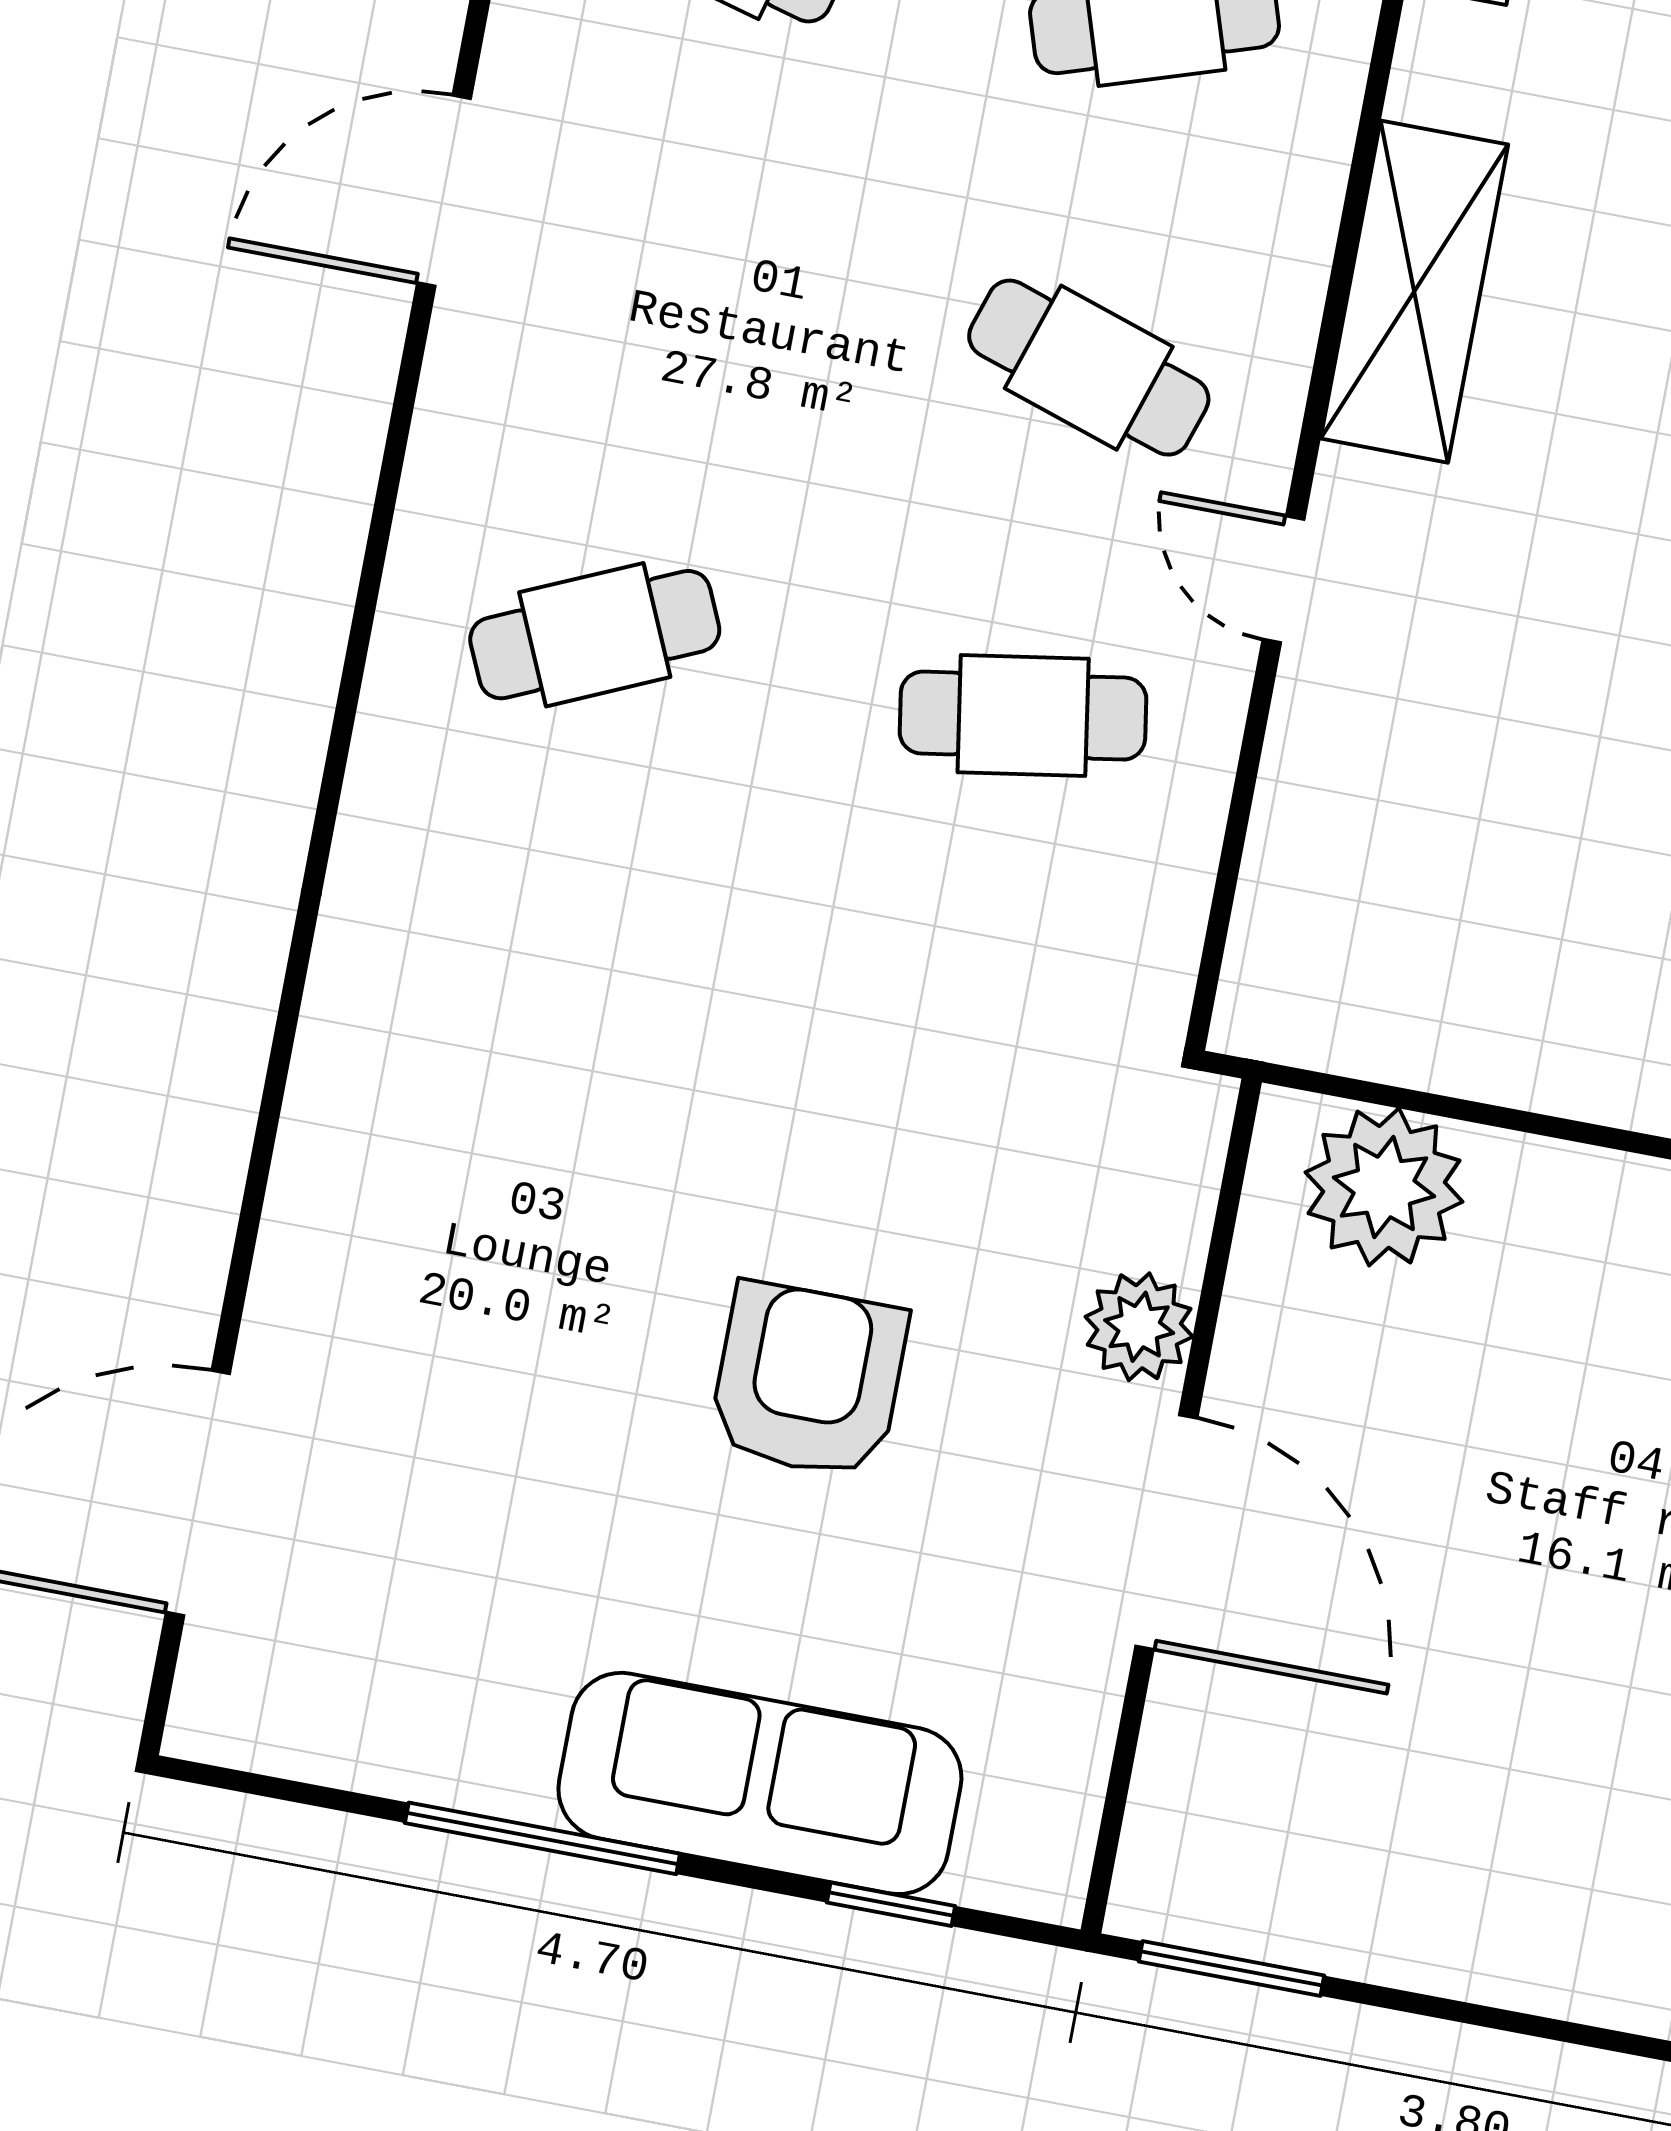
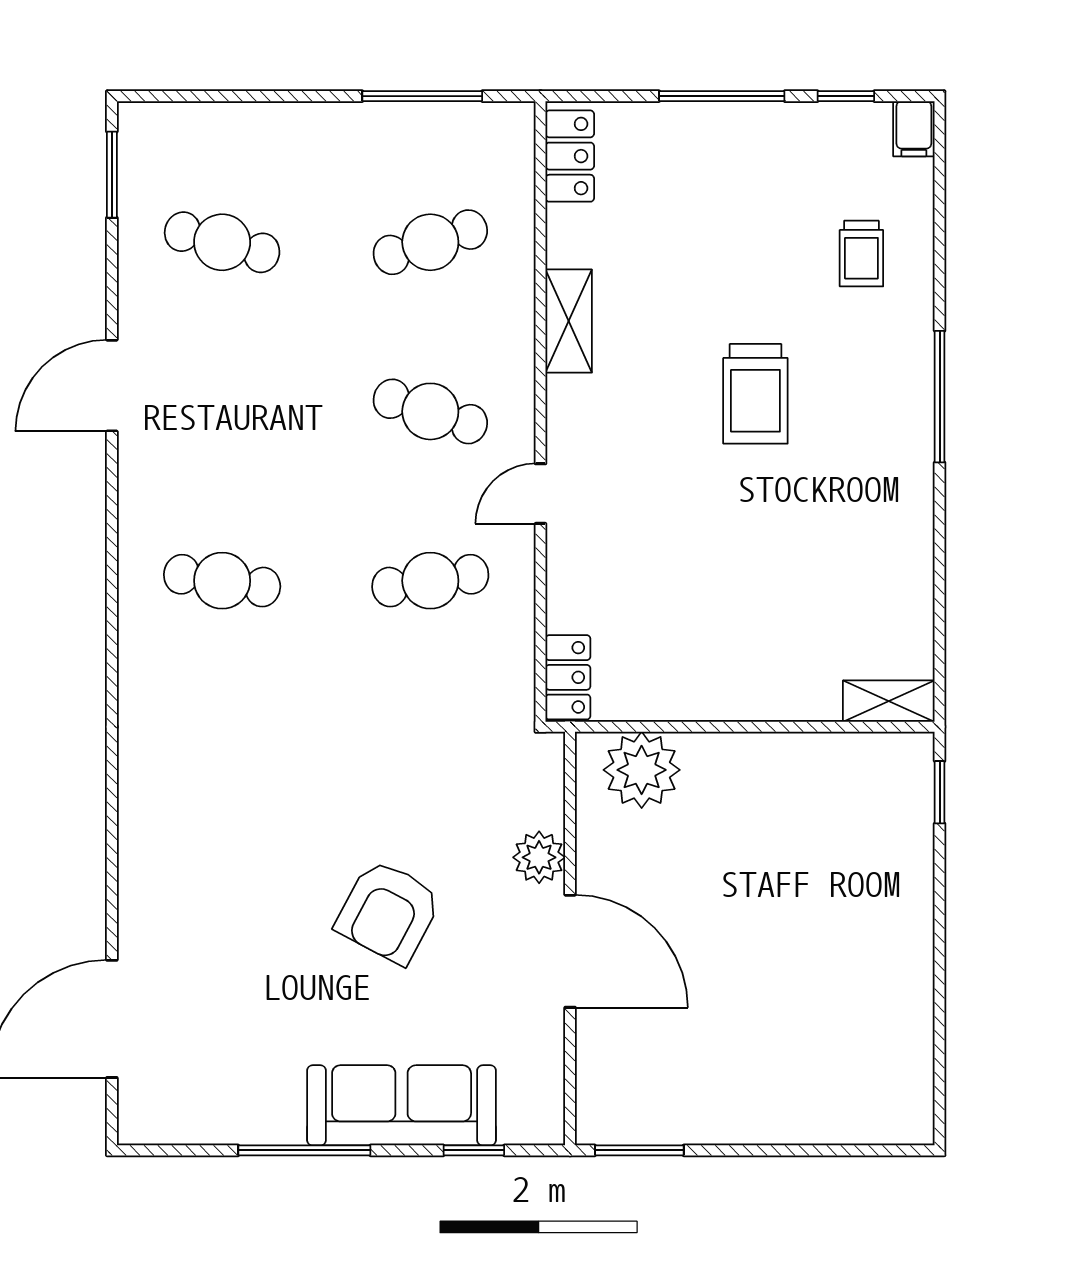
shelving: (1414, 292) -> (569, 321), width x0.67, depth x0.75
door: (1283, 579) -> (541, 494), hinge flipped
cafe table: (595, 635) -> (222, 581), turned 33
locker: (1268, 968) -> (568, 677), added
armchair: (808, 1380) -> (388, 912), turned -152

